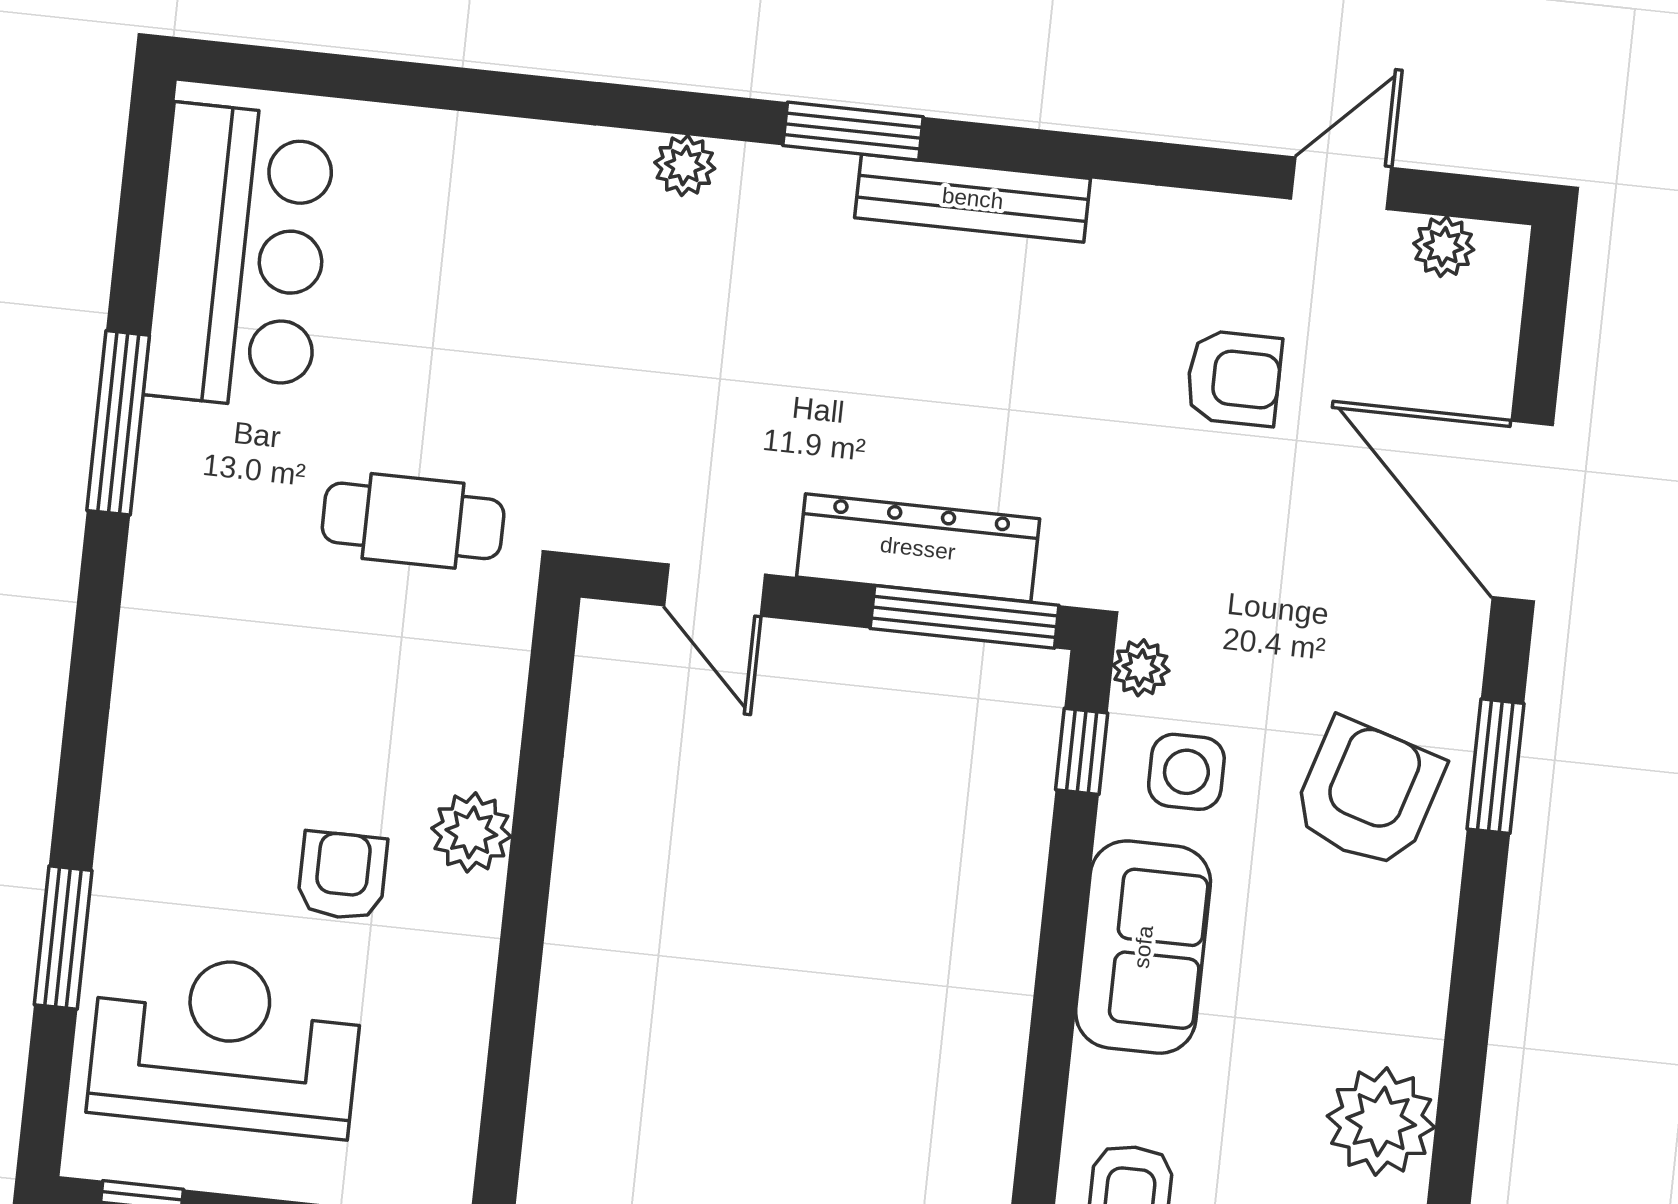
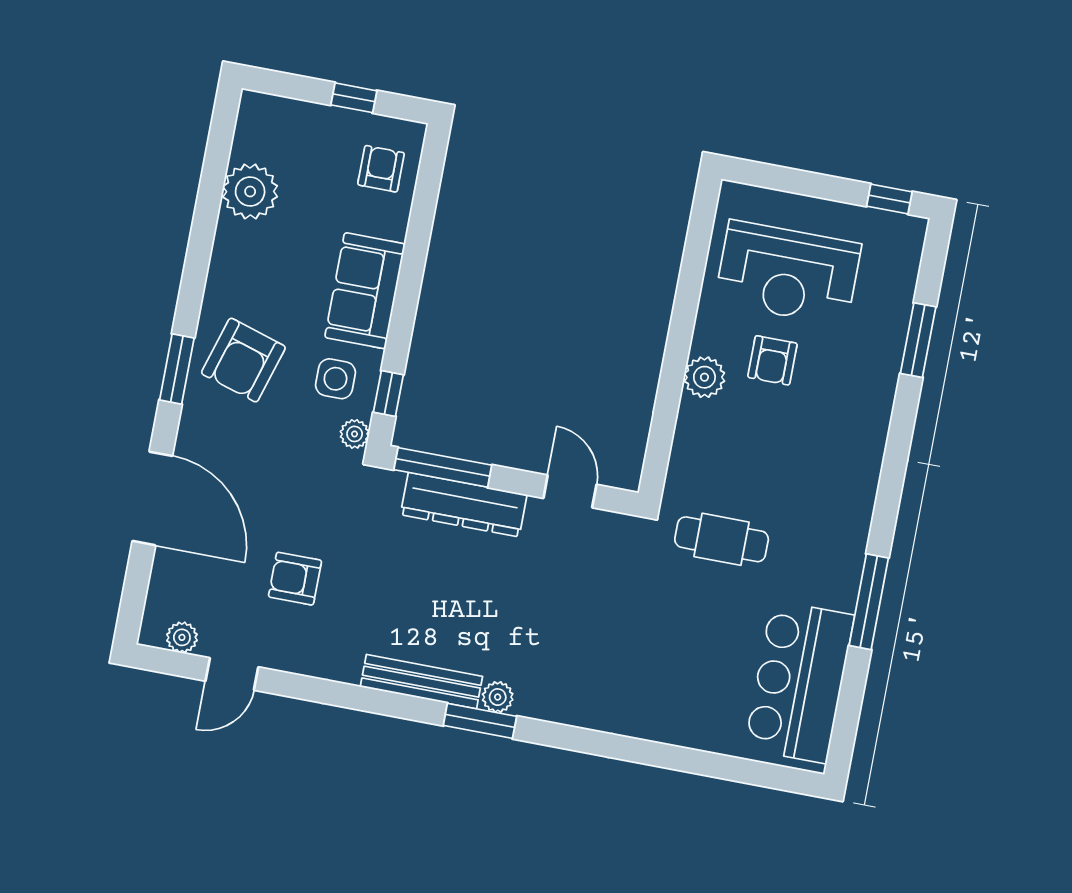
plant: (685, 166) -> (498, 697), moved
reception desk: (225, 1044) -> (788, 273), moved

